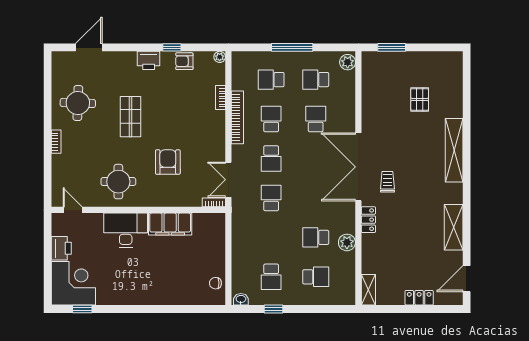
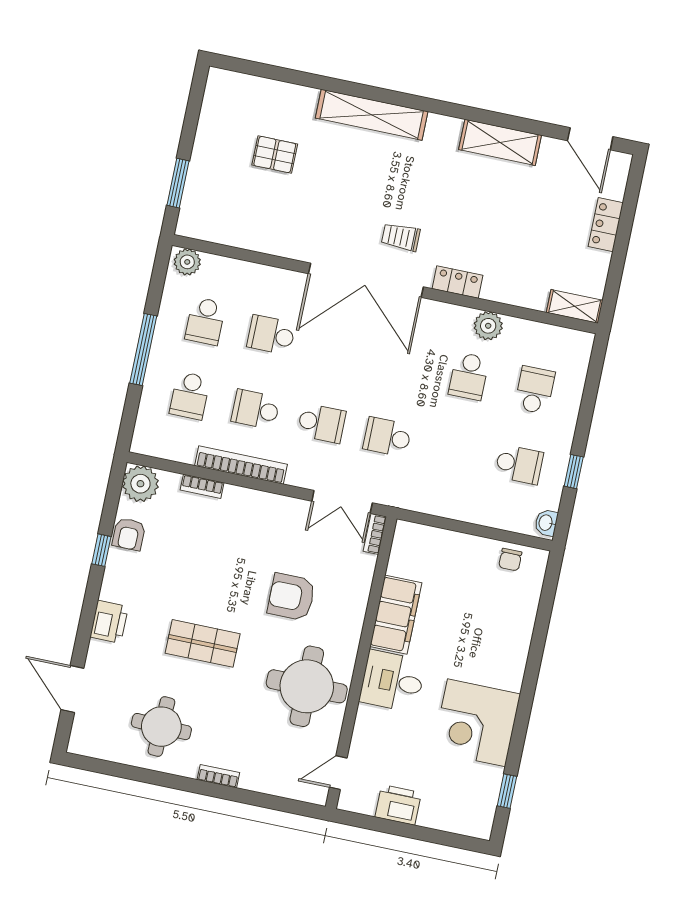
plant: (220, 57) -> (140, 484), width x1.88, depth x1.88
printer: (149, 60) -> (109, 622), moved
round table: (118, 182) -> (307, 686), width x1.36, depth x1.36
desk: (126, 230) -> (392, 681), width x0.73
corner desk: (73, 283) -> (476, 723), moved, turned -90

